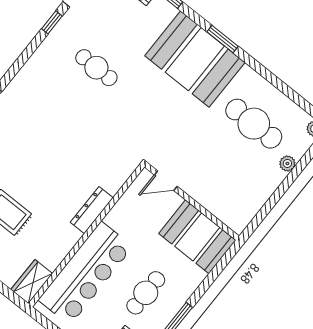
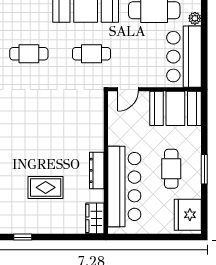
cafe table: (158, 117) -> (92, 54), added
bar counter: (247, 193) -> (184, 57), added
dresser: (92, 210) -> (97, 170), moved

